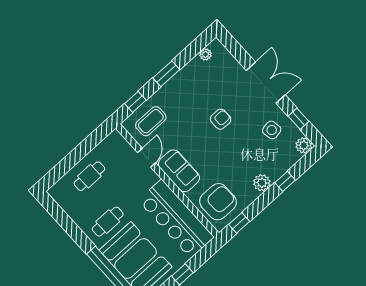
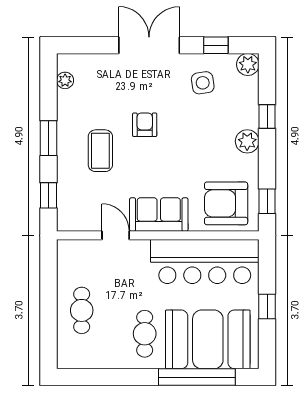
coffee table: (151, 121) -> (100, 151), moved
armchair: (218, 202) -> (226, 203), turned -90

